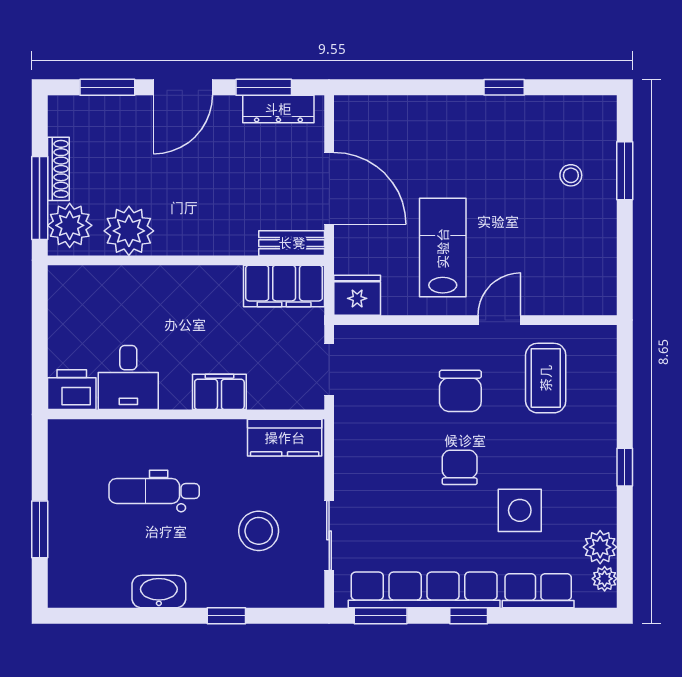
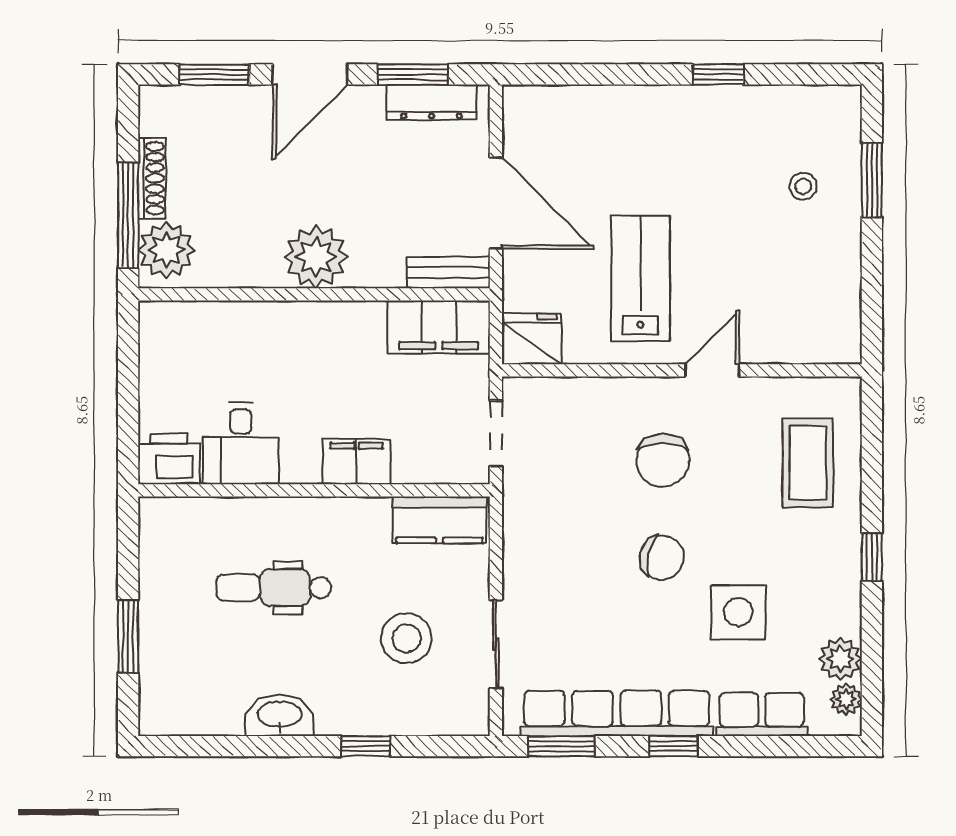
plant: (129, 231) -> (316, 257), moved
coffee table: (546, 378) -> (808, 463), moved
chair: (460, 467) -> (662, 558), turned 104

